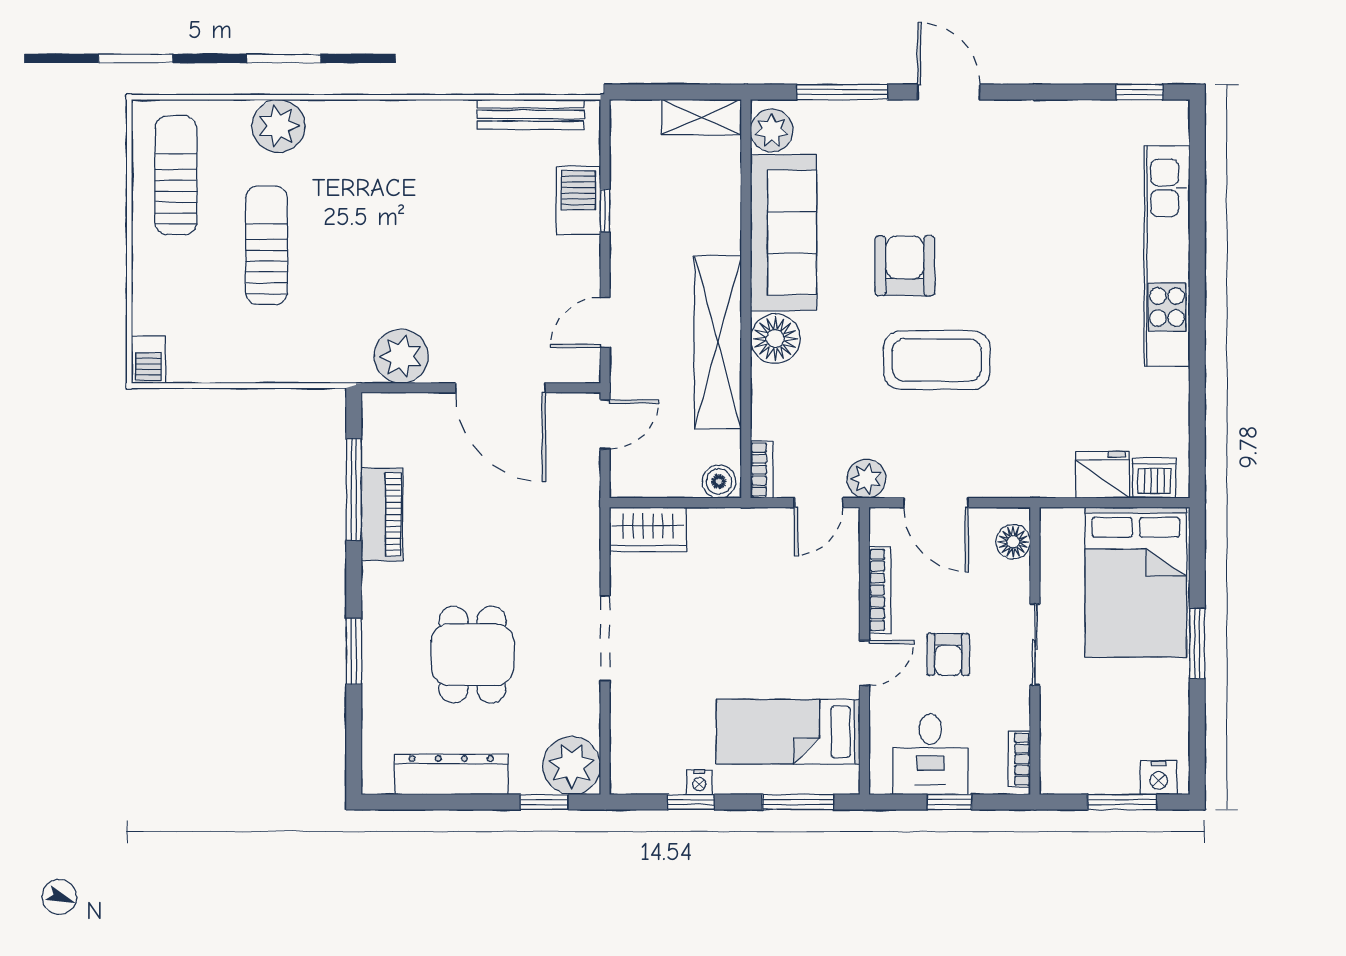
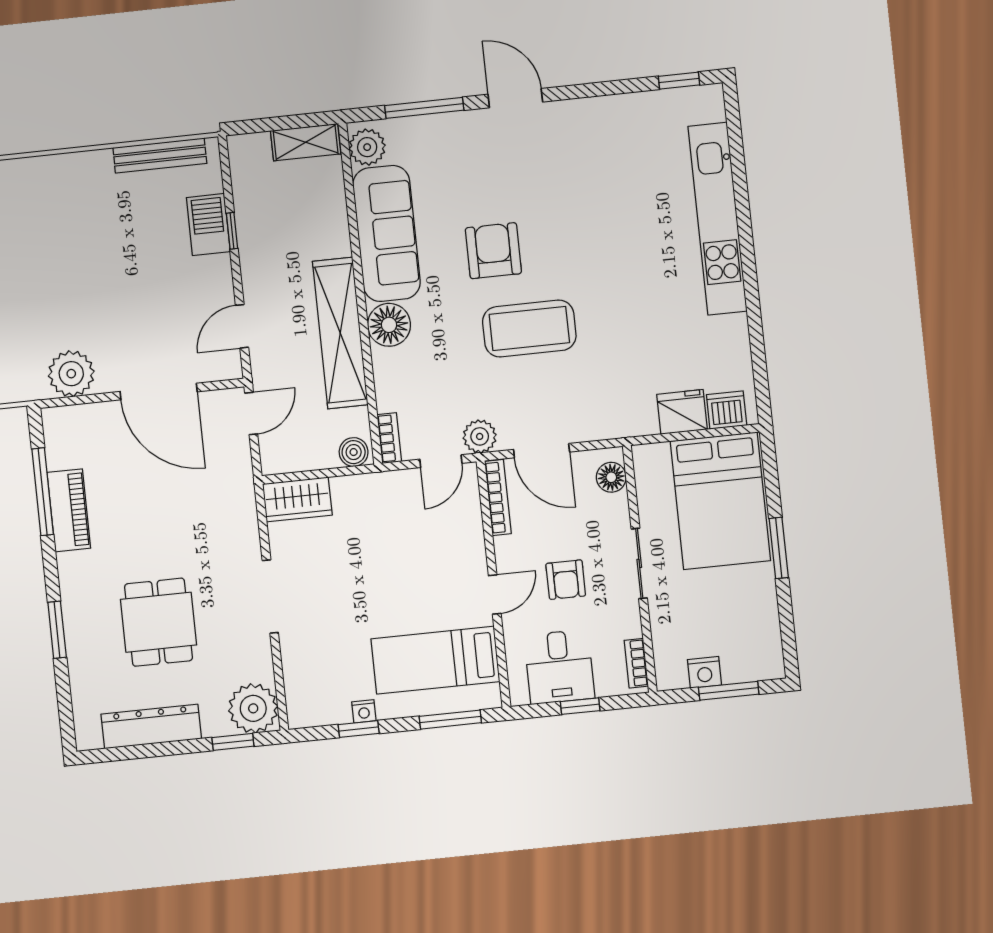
bookcase: (880, 590) -> (498, 497), moved
nightstand: (1159, 778) -> (705, 672), moved

